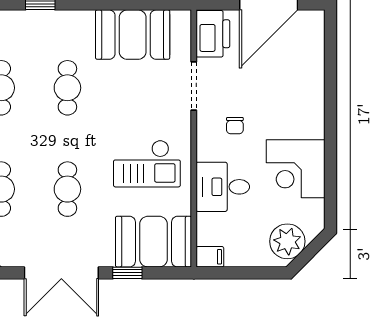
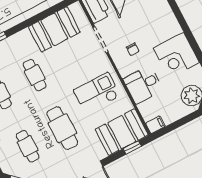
checkout: (147, 164) -> (97, 93), turned 180
cafe table: (67, 189) -> (62, 128), width x1.37, depth x1.35
window: (127, 273) -> (132, 147), moved

